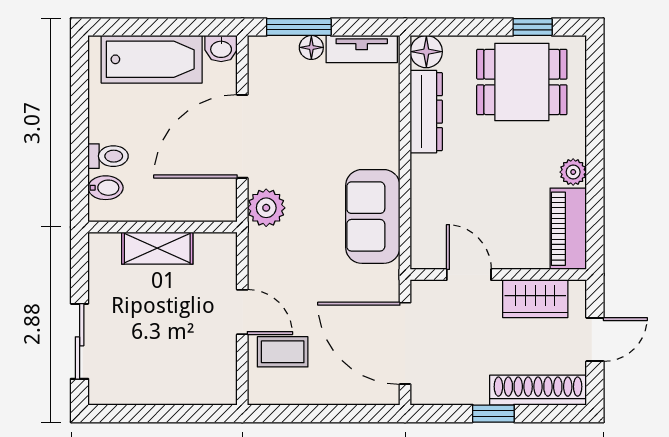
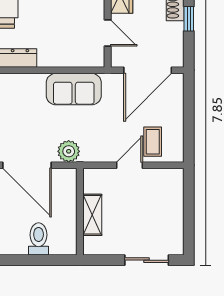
toilet: (108, 156) -> (39, 239), width x1.37, depth x1.39
bidet: (106, 188) -> (57, 245), removed
door: (469, 275) -> (108, 33), swing flipped

